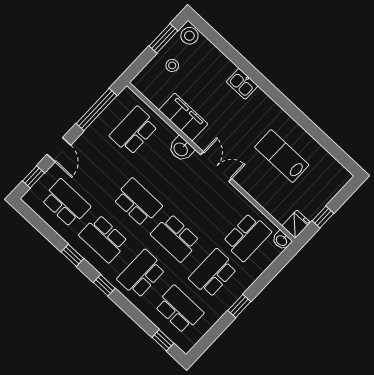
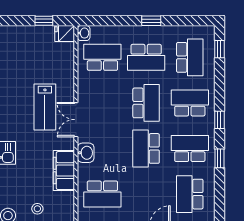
lab bench: (282, 156) -> (45, 107), moved
school desk: (104, 238) -> (190, 148), turned -90
school desk: (141, 274) -> (190, 103), turned 180
school desk: (179, 309) -> (190, 57), turned 180

